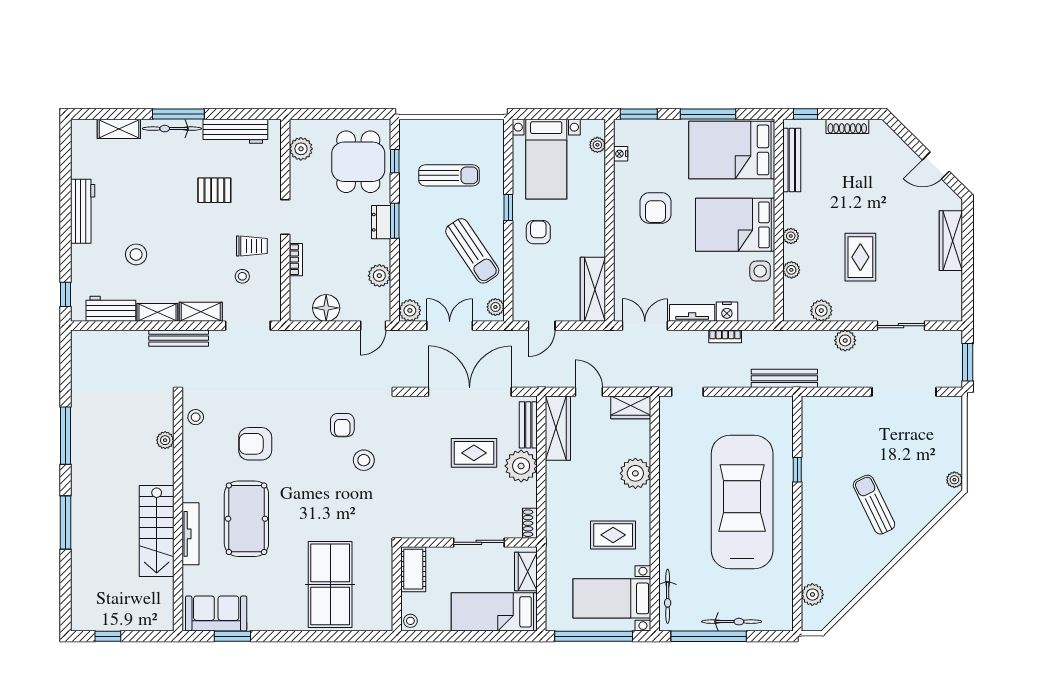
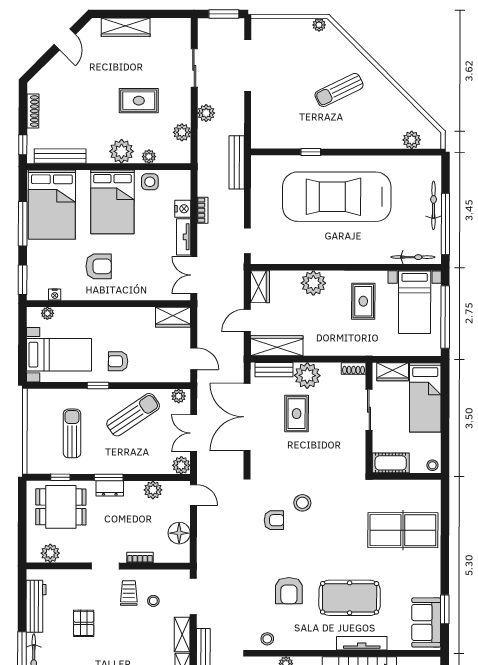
plant: (791, 236) -> (121, 151), width x1.87, depth x1.87
wardrobe: (593, 289) -> (173, 317), width x0.67

